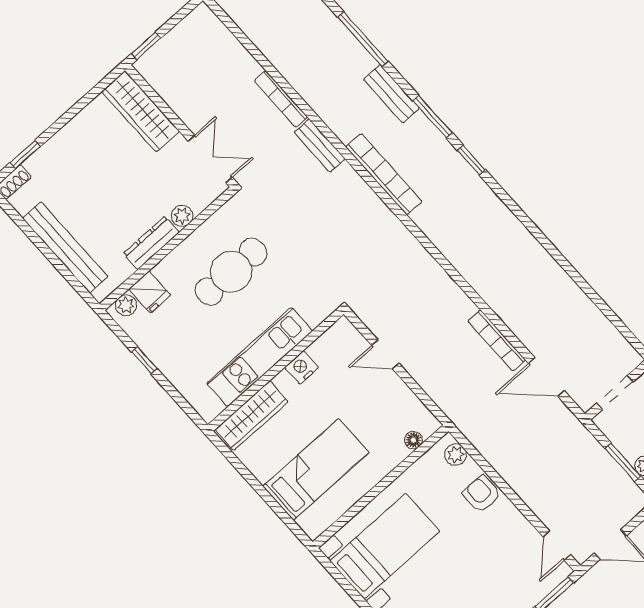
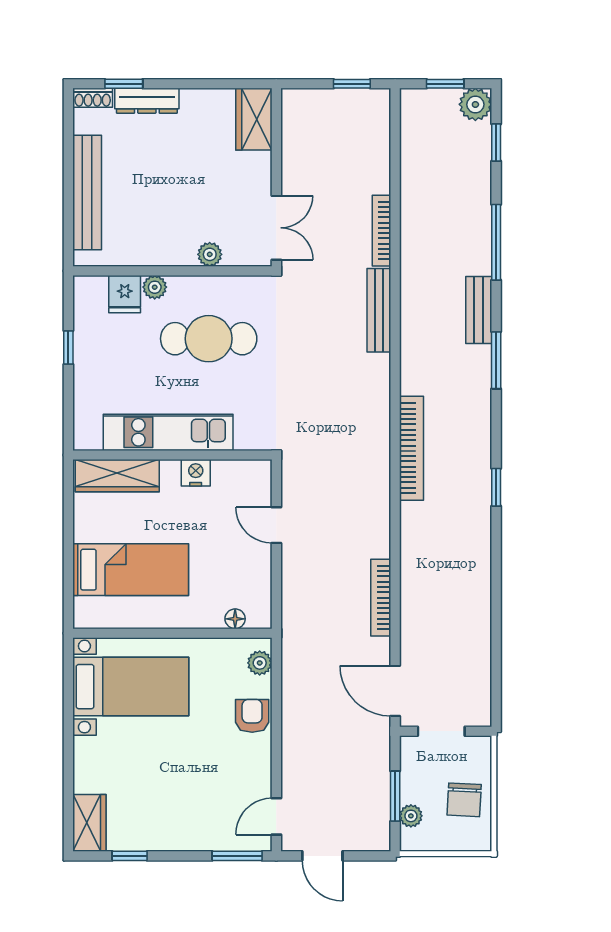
window: (146, 46) -> (352, 84), moved
wardrobe: (141, 111) -> (254, 119), width x0.67
bench: (320, 146) -> (379, 310), width x1.36
window: (471, 160) -> (496, 487), moved
bookcase: (384, 174) -> (411, 448), moved
dresser: (151, 243) -> (147, 101), moved, turned 180
plant: (126, 305) -> (155, 287), moved
door: (546, 377) -> (395, 691), moved

